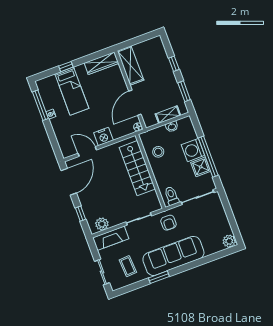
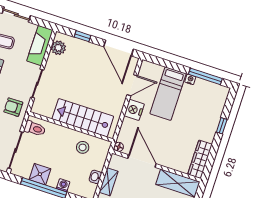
bed: (72, 91) -> (168, 94), moved, turned -90
washing machine: (193, 150) -> (63, 185), width x0.53, depth x0.53

